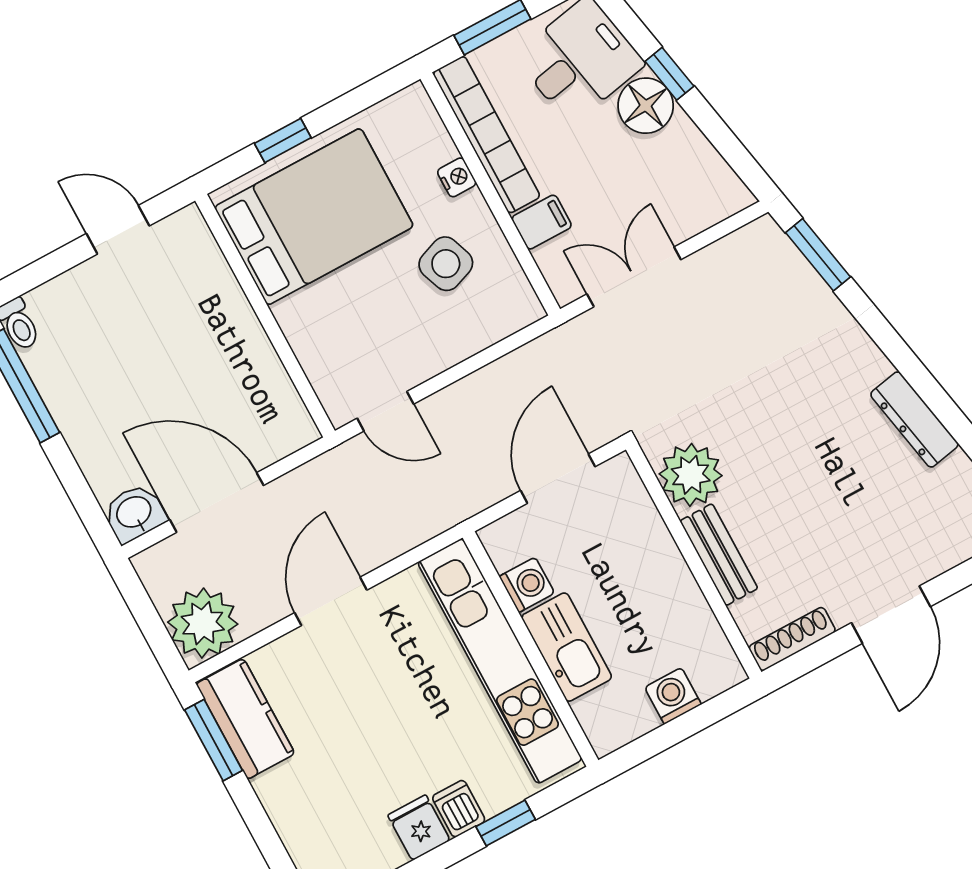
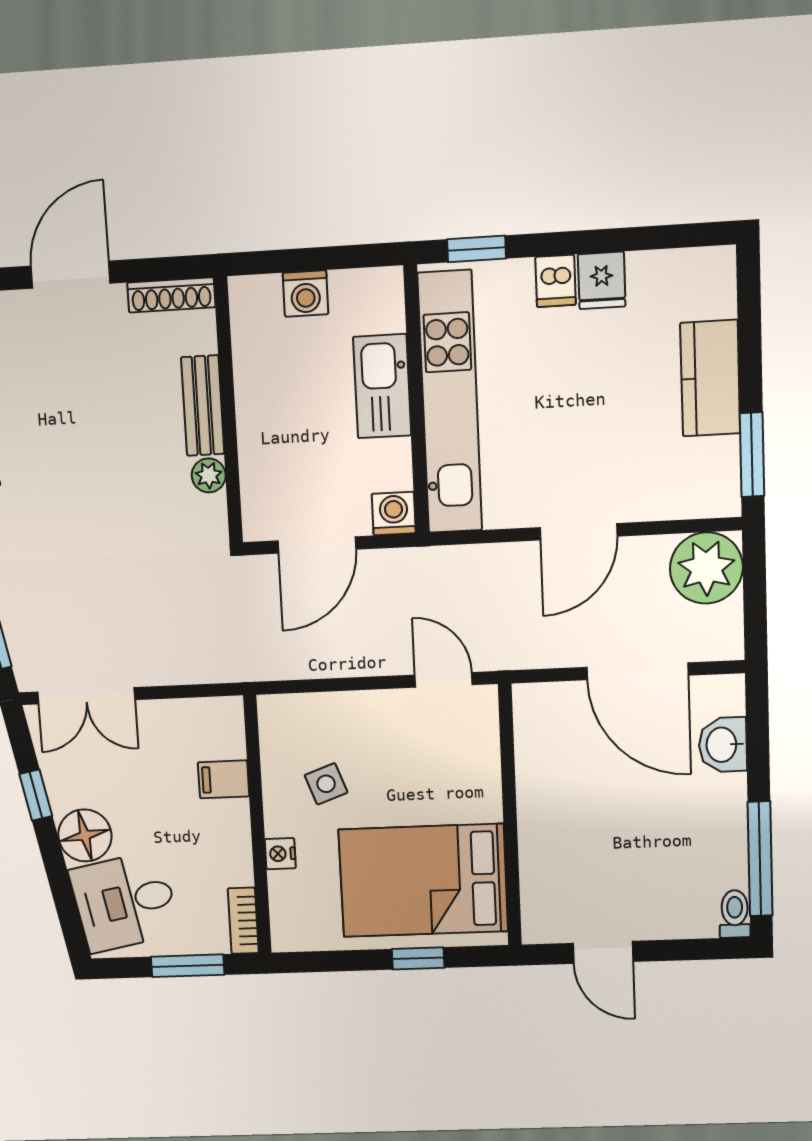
window: (669, 74) -> (36, 795), moved
bookcase: (487, 135) -> (243, 921), width x0.43, depth x0.76
side table: (446, 264) -> (326, 784), width x0.73, depth x0.73
double door: (634, 277) -> (86, 696), moved
plant: (691, 475) -> (209, 475), width x0.53, depth x0.53
washbasin: (134, 513) -> (723, 745), moved, turned 90
washing machine: (527, 585) -> (394, 514), moved, turned 90
kitchen counter: (245, 719) -> (710, 378), moved
window: (506, 823) -> (476, 249), moved

